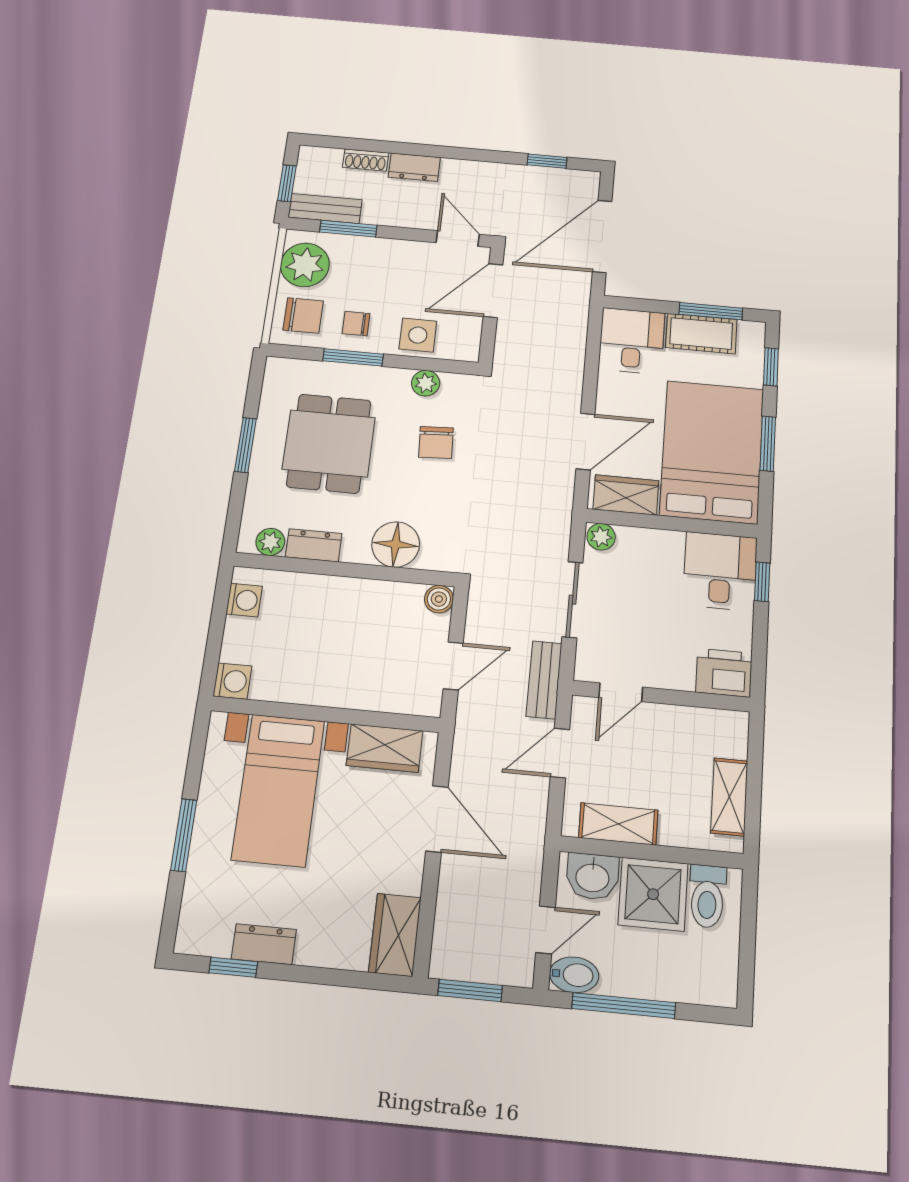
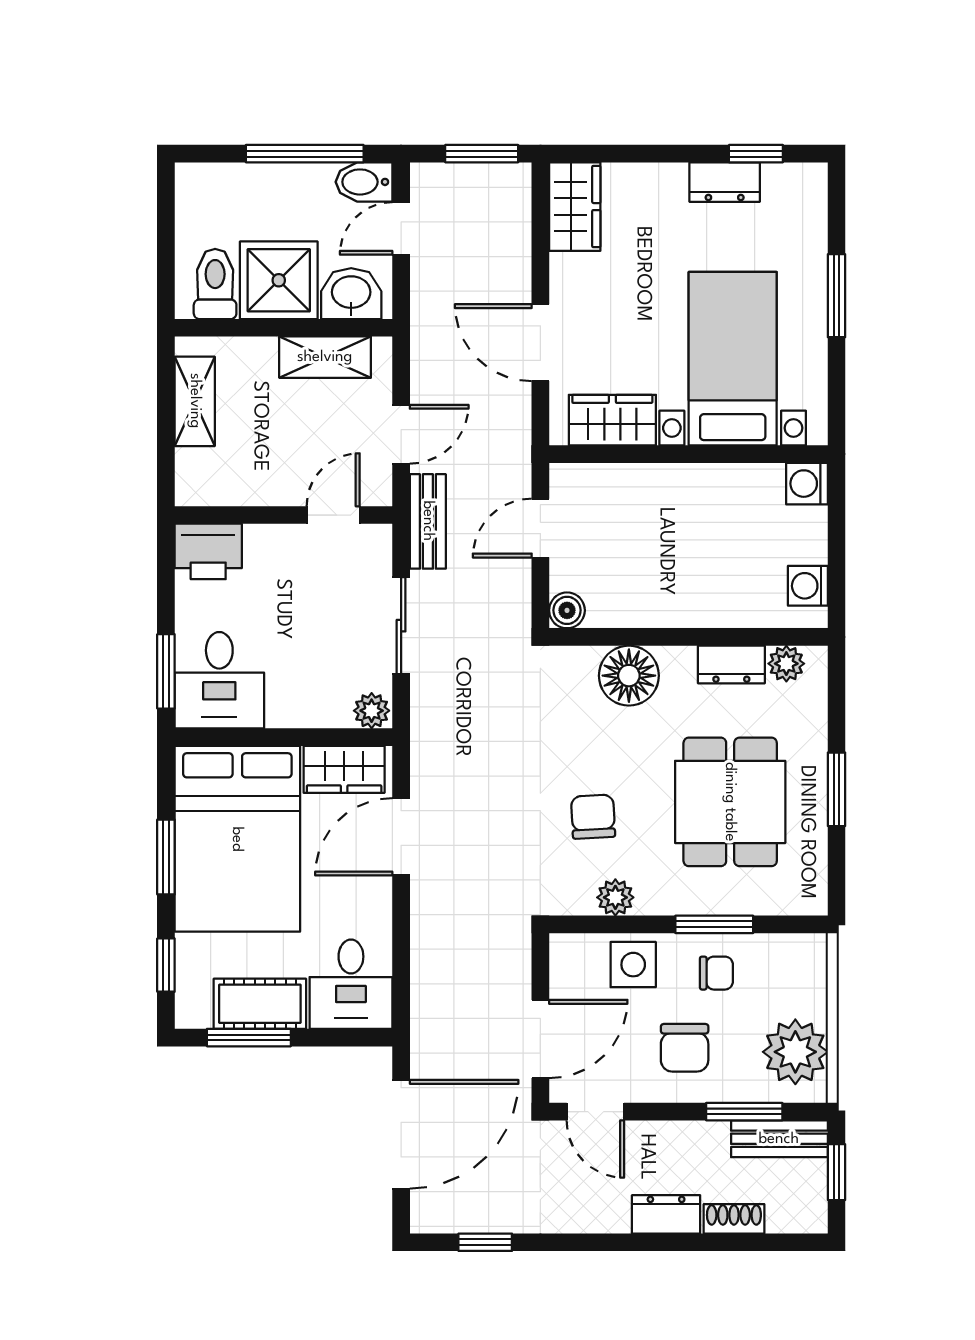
chair: (303, 316) -> (685, 1048), moved, turned -90
window: (762, 582) -> (166, 671), width x1.50

